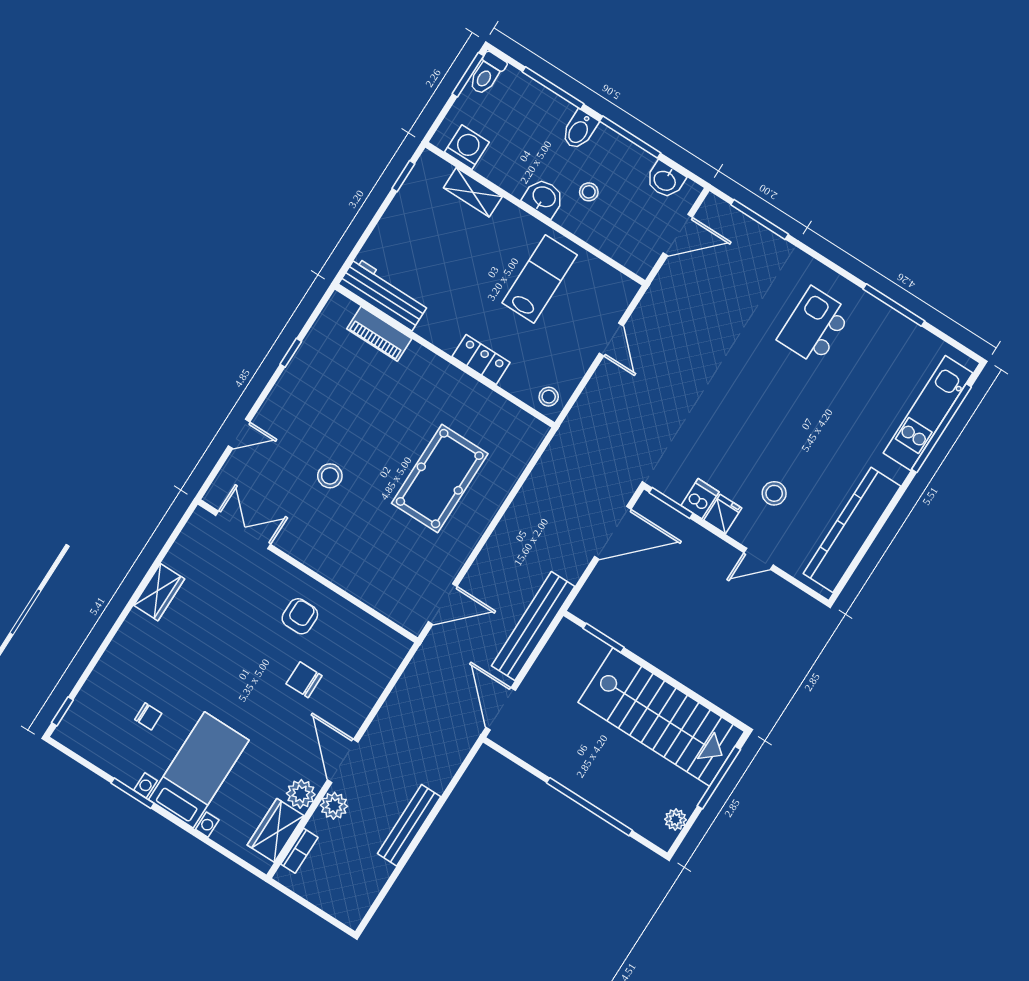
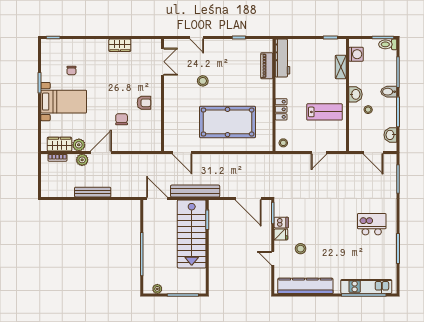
pool table: (440, 479) -> (228, 122), width x1.36, depth x1.32
door: (501, 709) -> (157, 198), hinge flipped
stairs: (661, 717) -> (192, 234), moved

